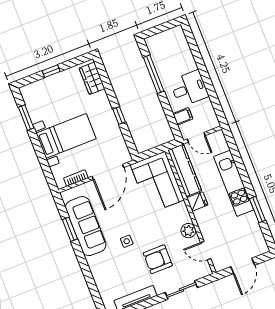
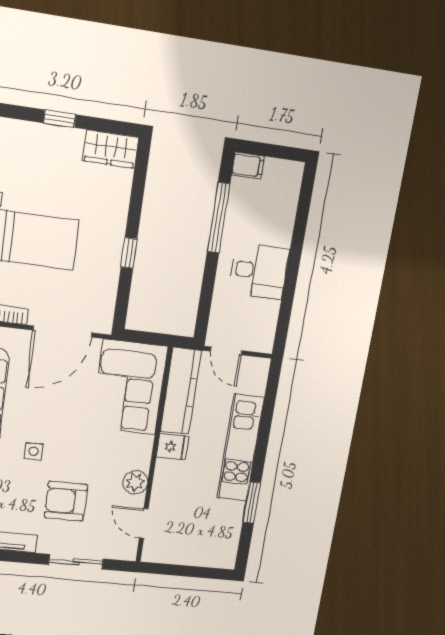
wardrobe: (92, 78) -> (111, 149), moved, turned -90
filing cabinet: (183, 116) -> (248, 165), moved
door: (243, 266) -> (184, 571), removed

